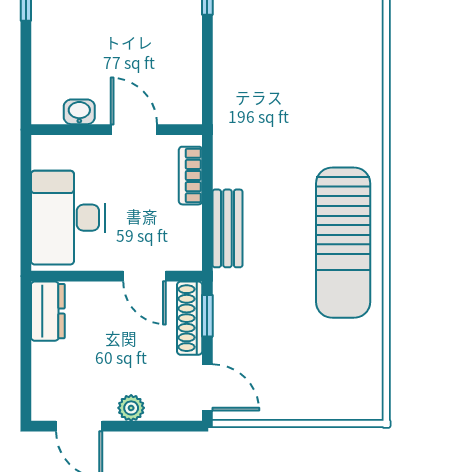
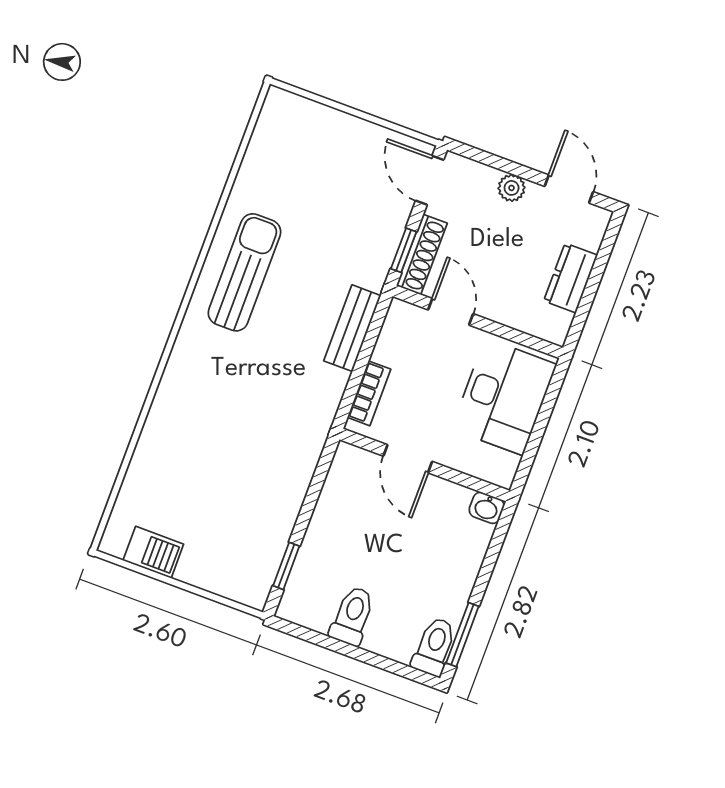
washbasin: (79, 112) -> (487, 508), moved
sun lounger: (343, 243) -> (244, 272), width x0.73, depth x0.75
dresser: (48, 311) -> (571, 278), moved

